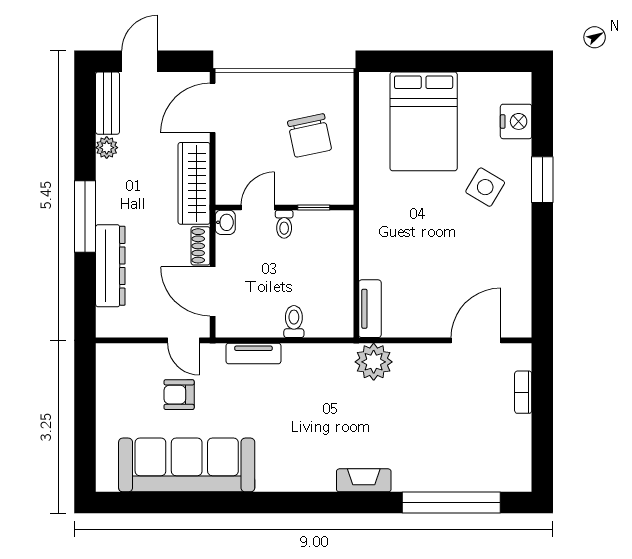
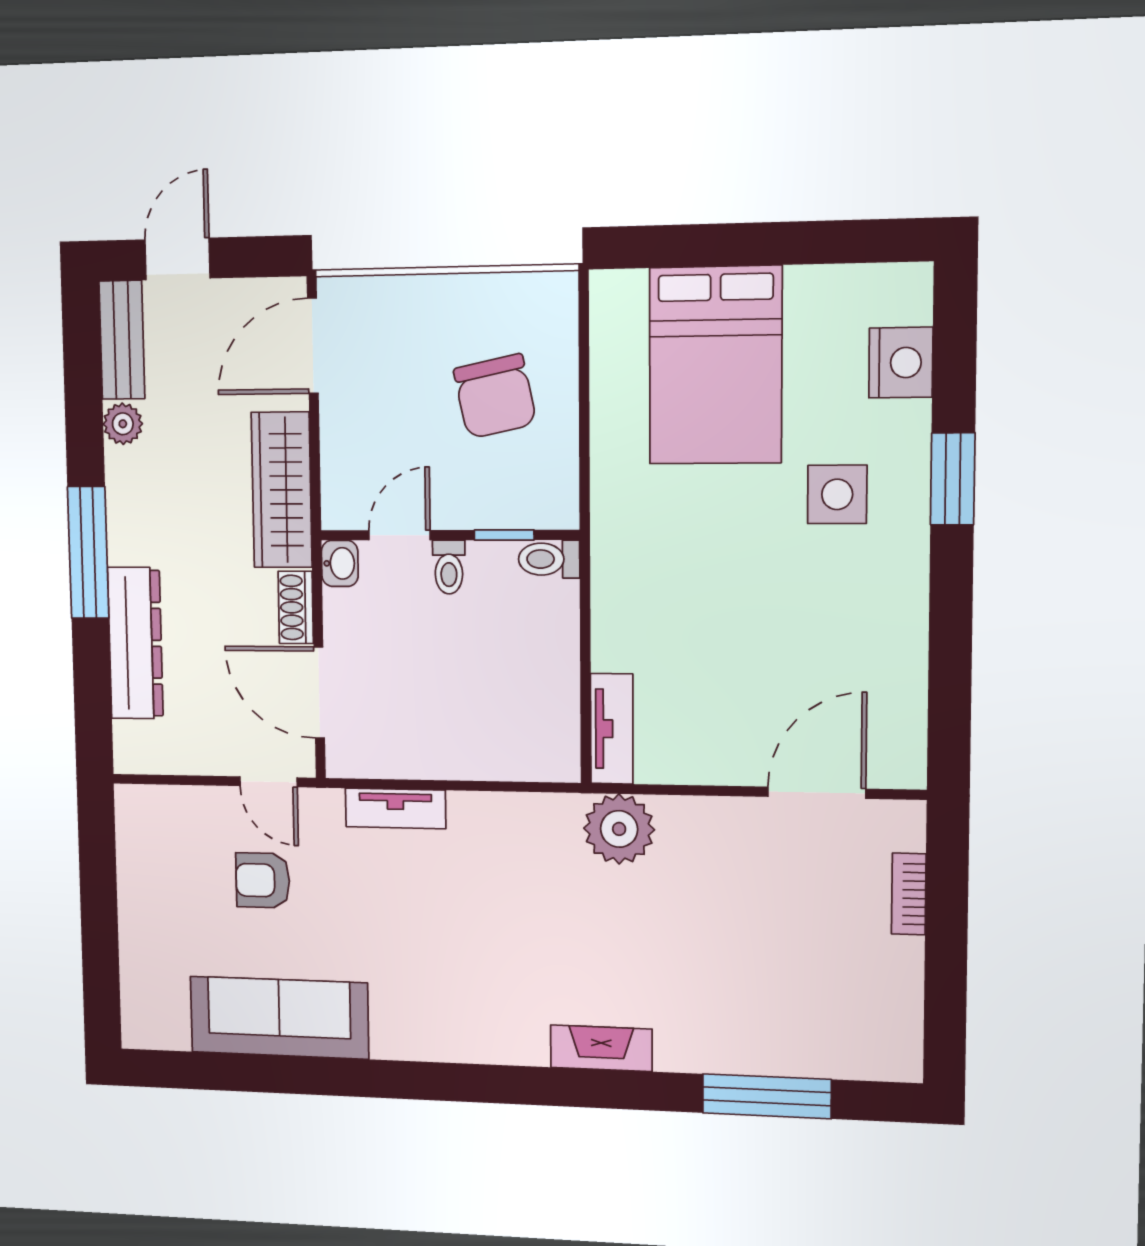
side table: (485, 187) -> (837, 494), turned -31
toilet: (294, 322) -> (549, 559), moved, turned -90
sofa: (187, 465) -> (279, 1018), width x0.74, depth x0.79
window: (451, 503) -> (767, 1096), width x0.68

